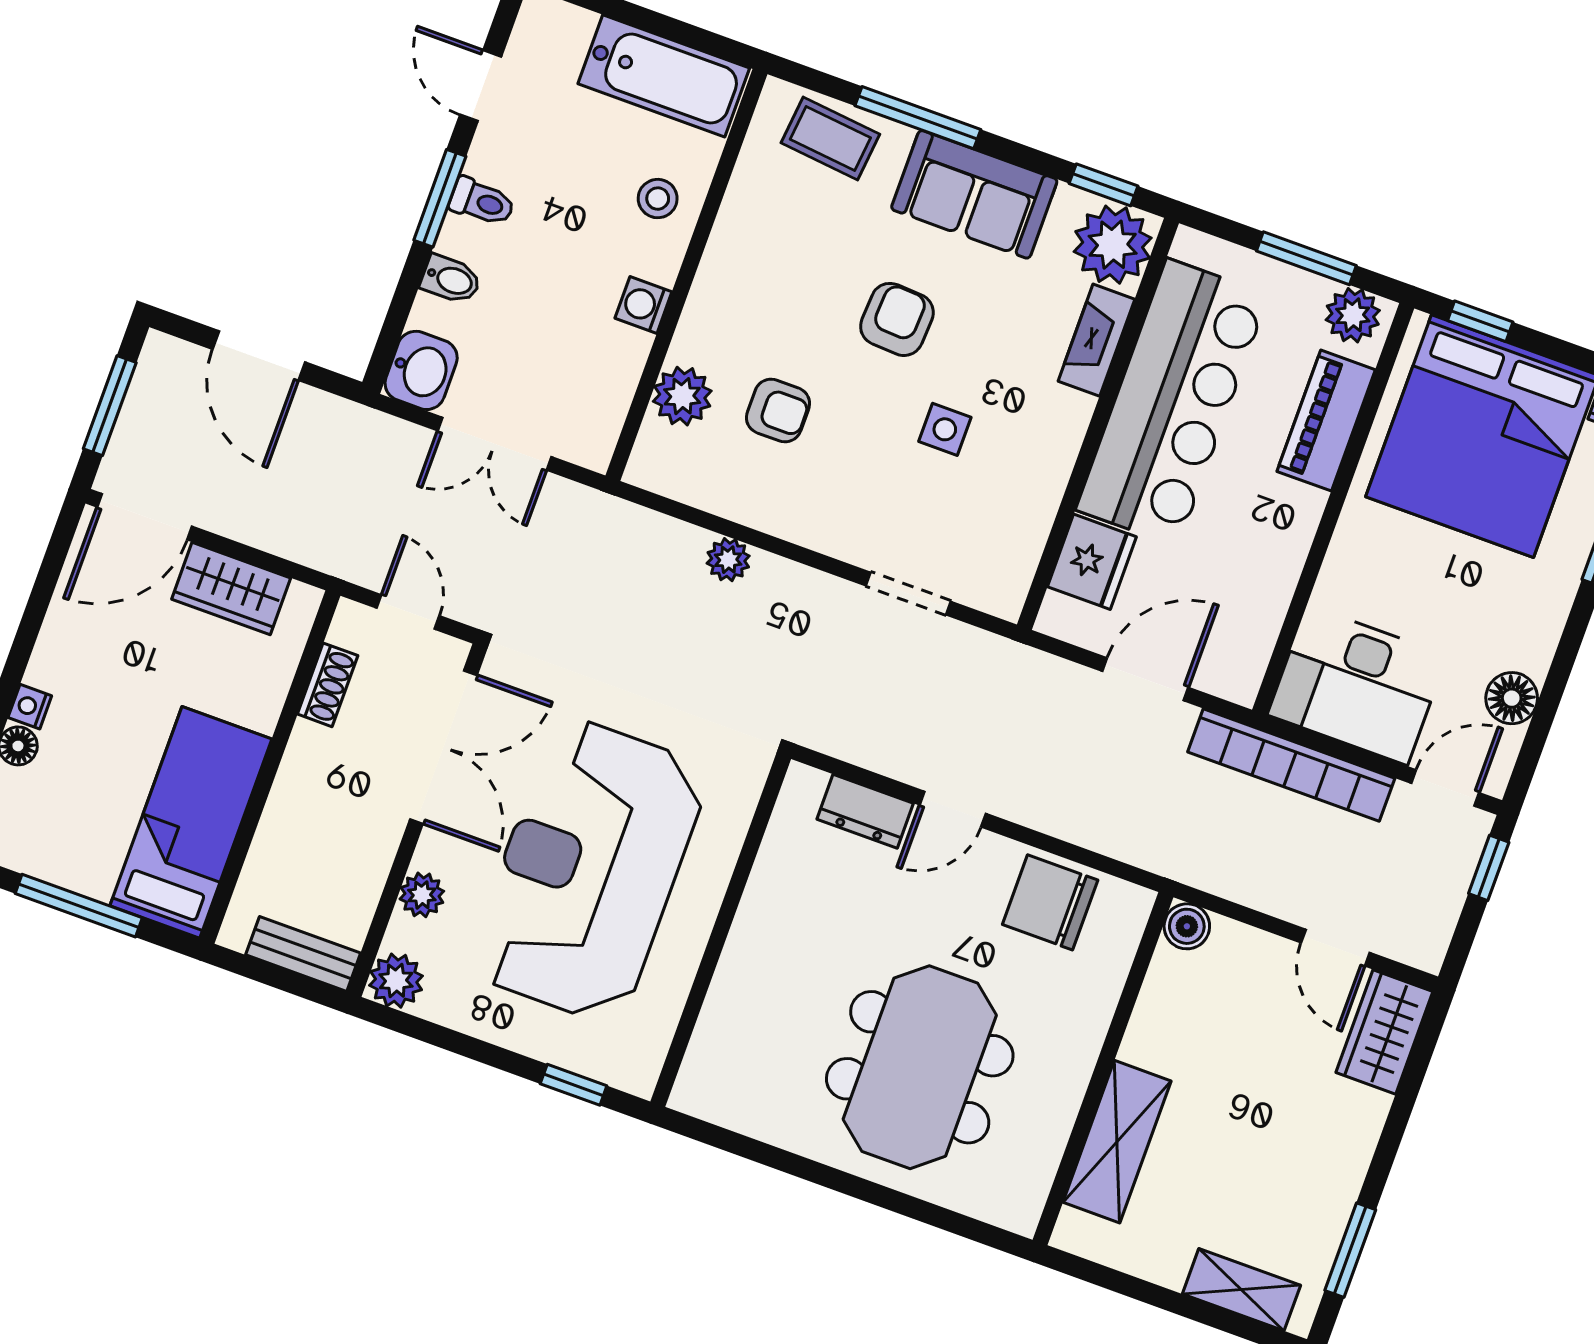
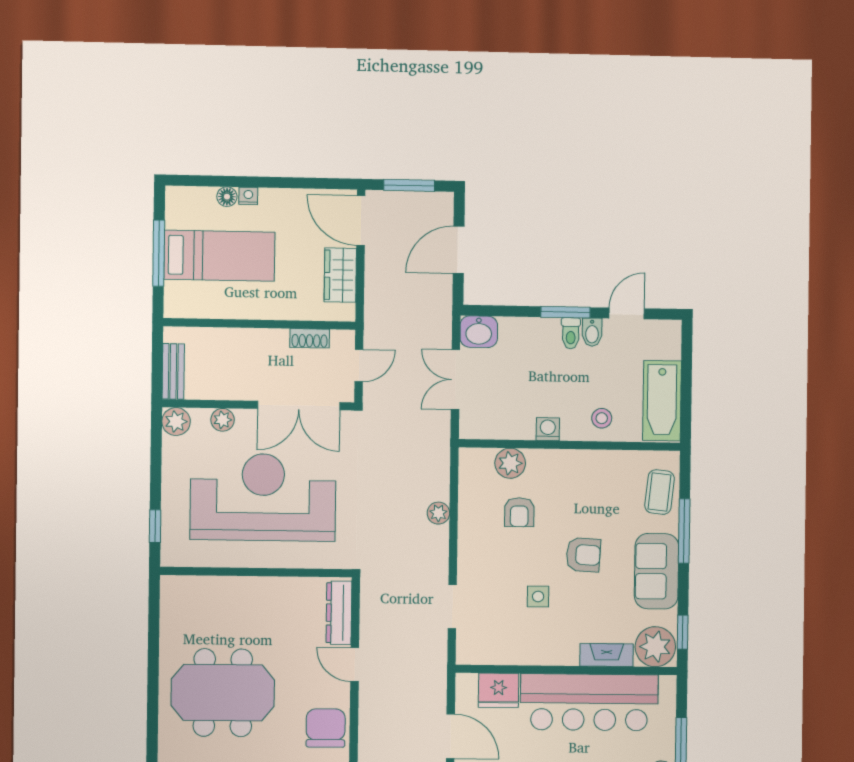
bidet: (451, 280) -> (592, 332), moved
dresser: (865, 811) -> (339, 613), width x1.44
bed: (191, 822) -> (219, 256), moved

